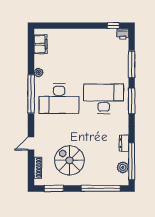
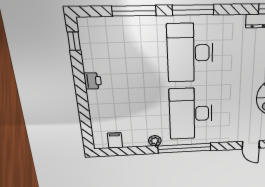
printer: (123, 34) -> (93, 81), moved
filing cabinet: (41, 44) -> (115, 140), width x0.50
desk: (59, 99) -> (191, 114), turned 180

